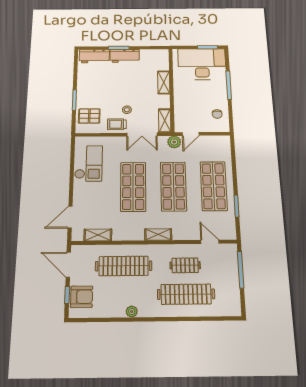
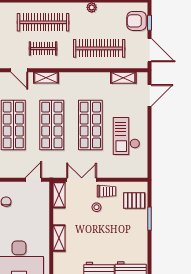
plant: (174, 142) -> (50, 171), removed
checkout: (89, 163) -> (126, 136), moved
shelving: (158, 235) -> (46, 78), moved

